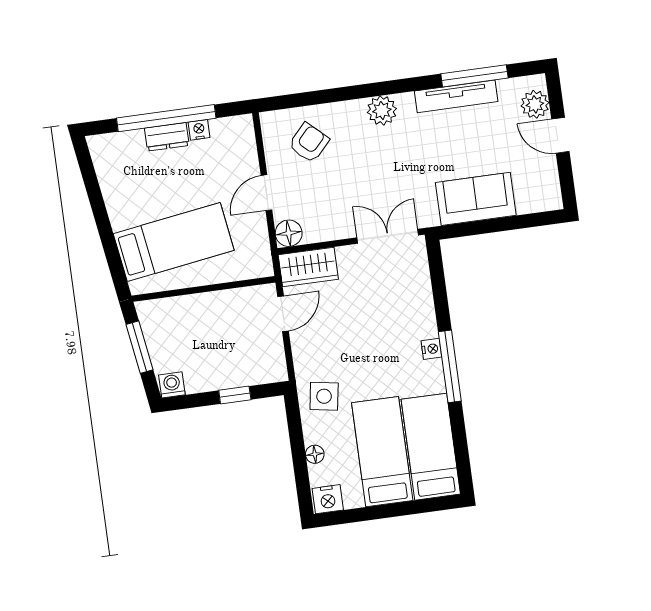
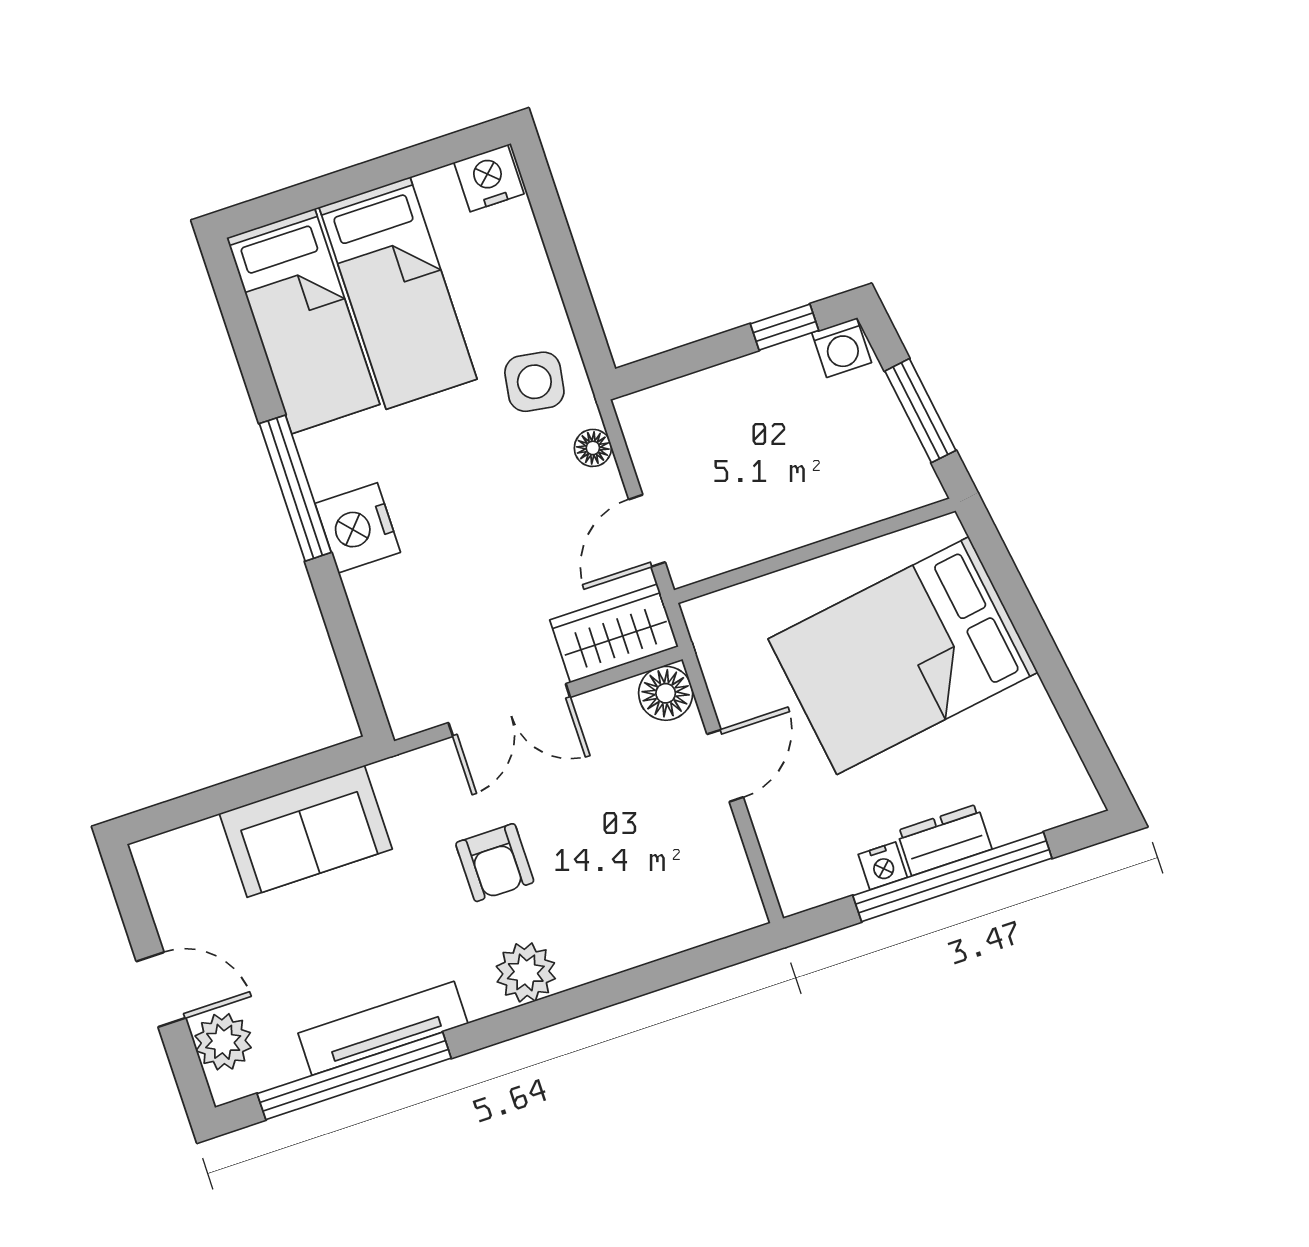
window: (474, 76) -> (354, 1076), width x1.46
armchair: (309, 143) -> (495, 863), moved, turned -43
double door: (388, 236) -> (509, 710), moved
bed: (174, 242) -> (903, 656), width x1.50
nightstand: (431, 349) -> (358, 528), width x1.89, depth x1.79
window: (235, 395) -> (785, 327), moved
floor lamp: (315, 454) -> (593, 448), moved

